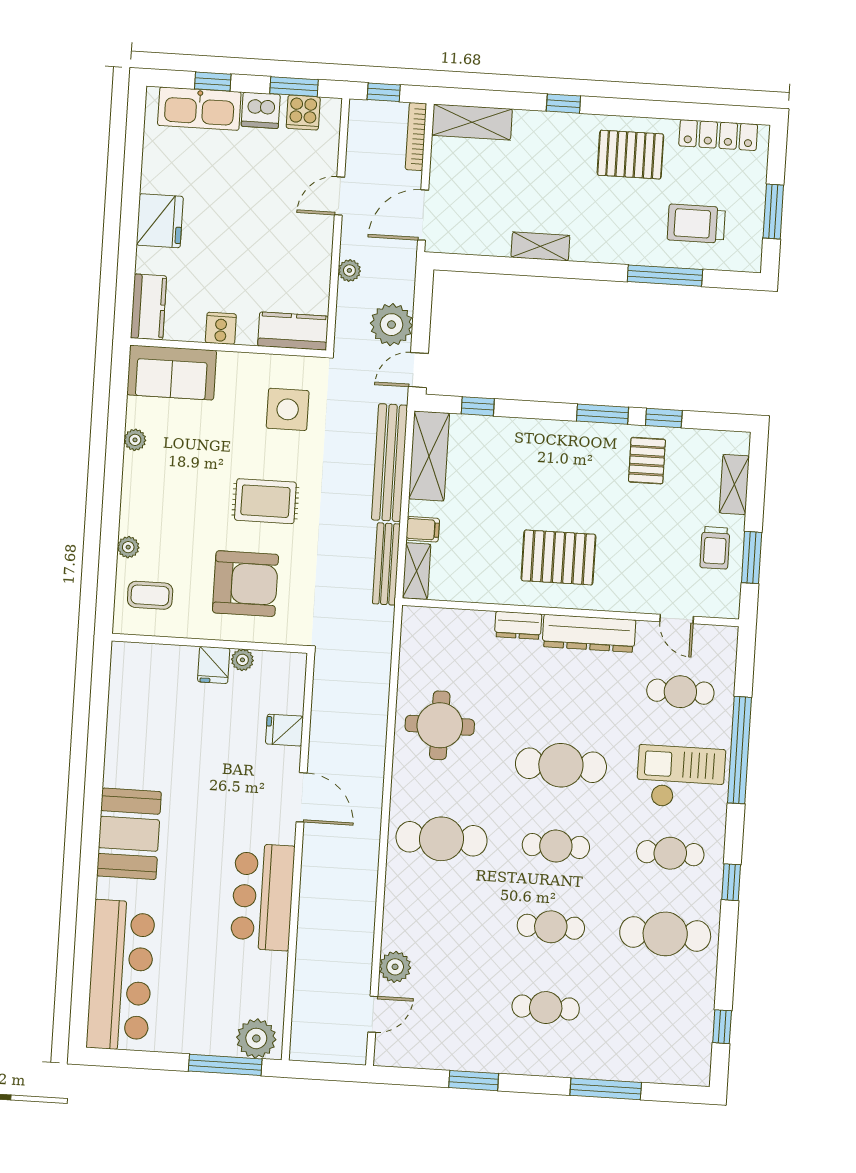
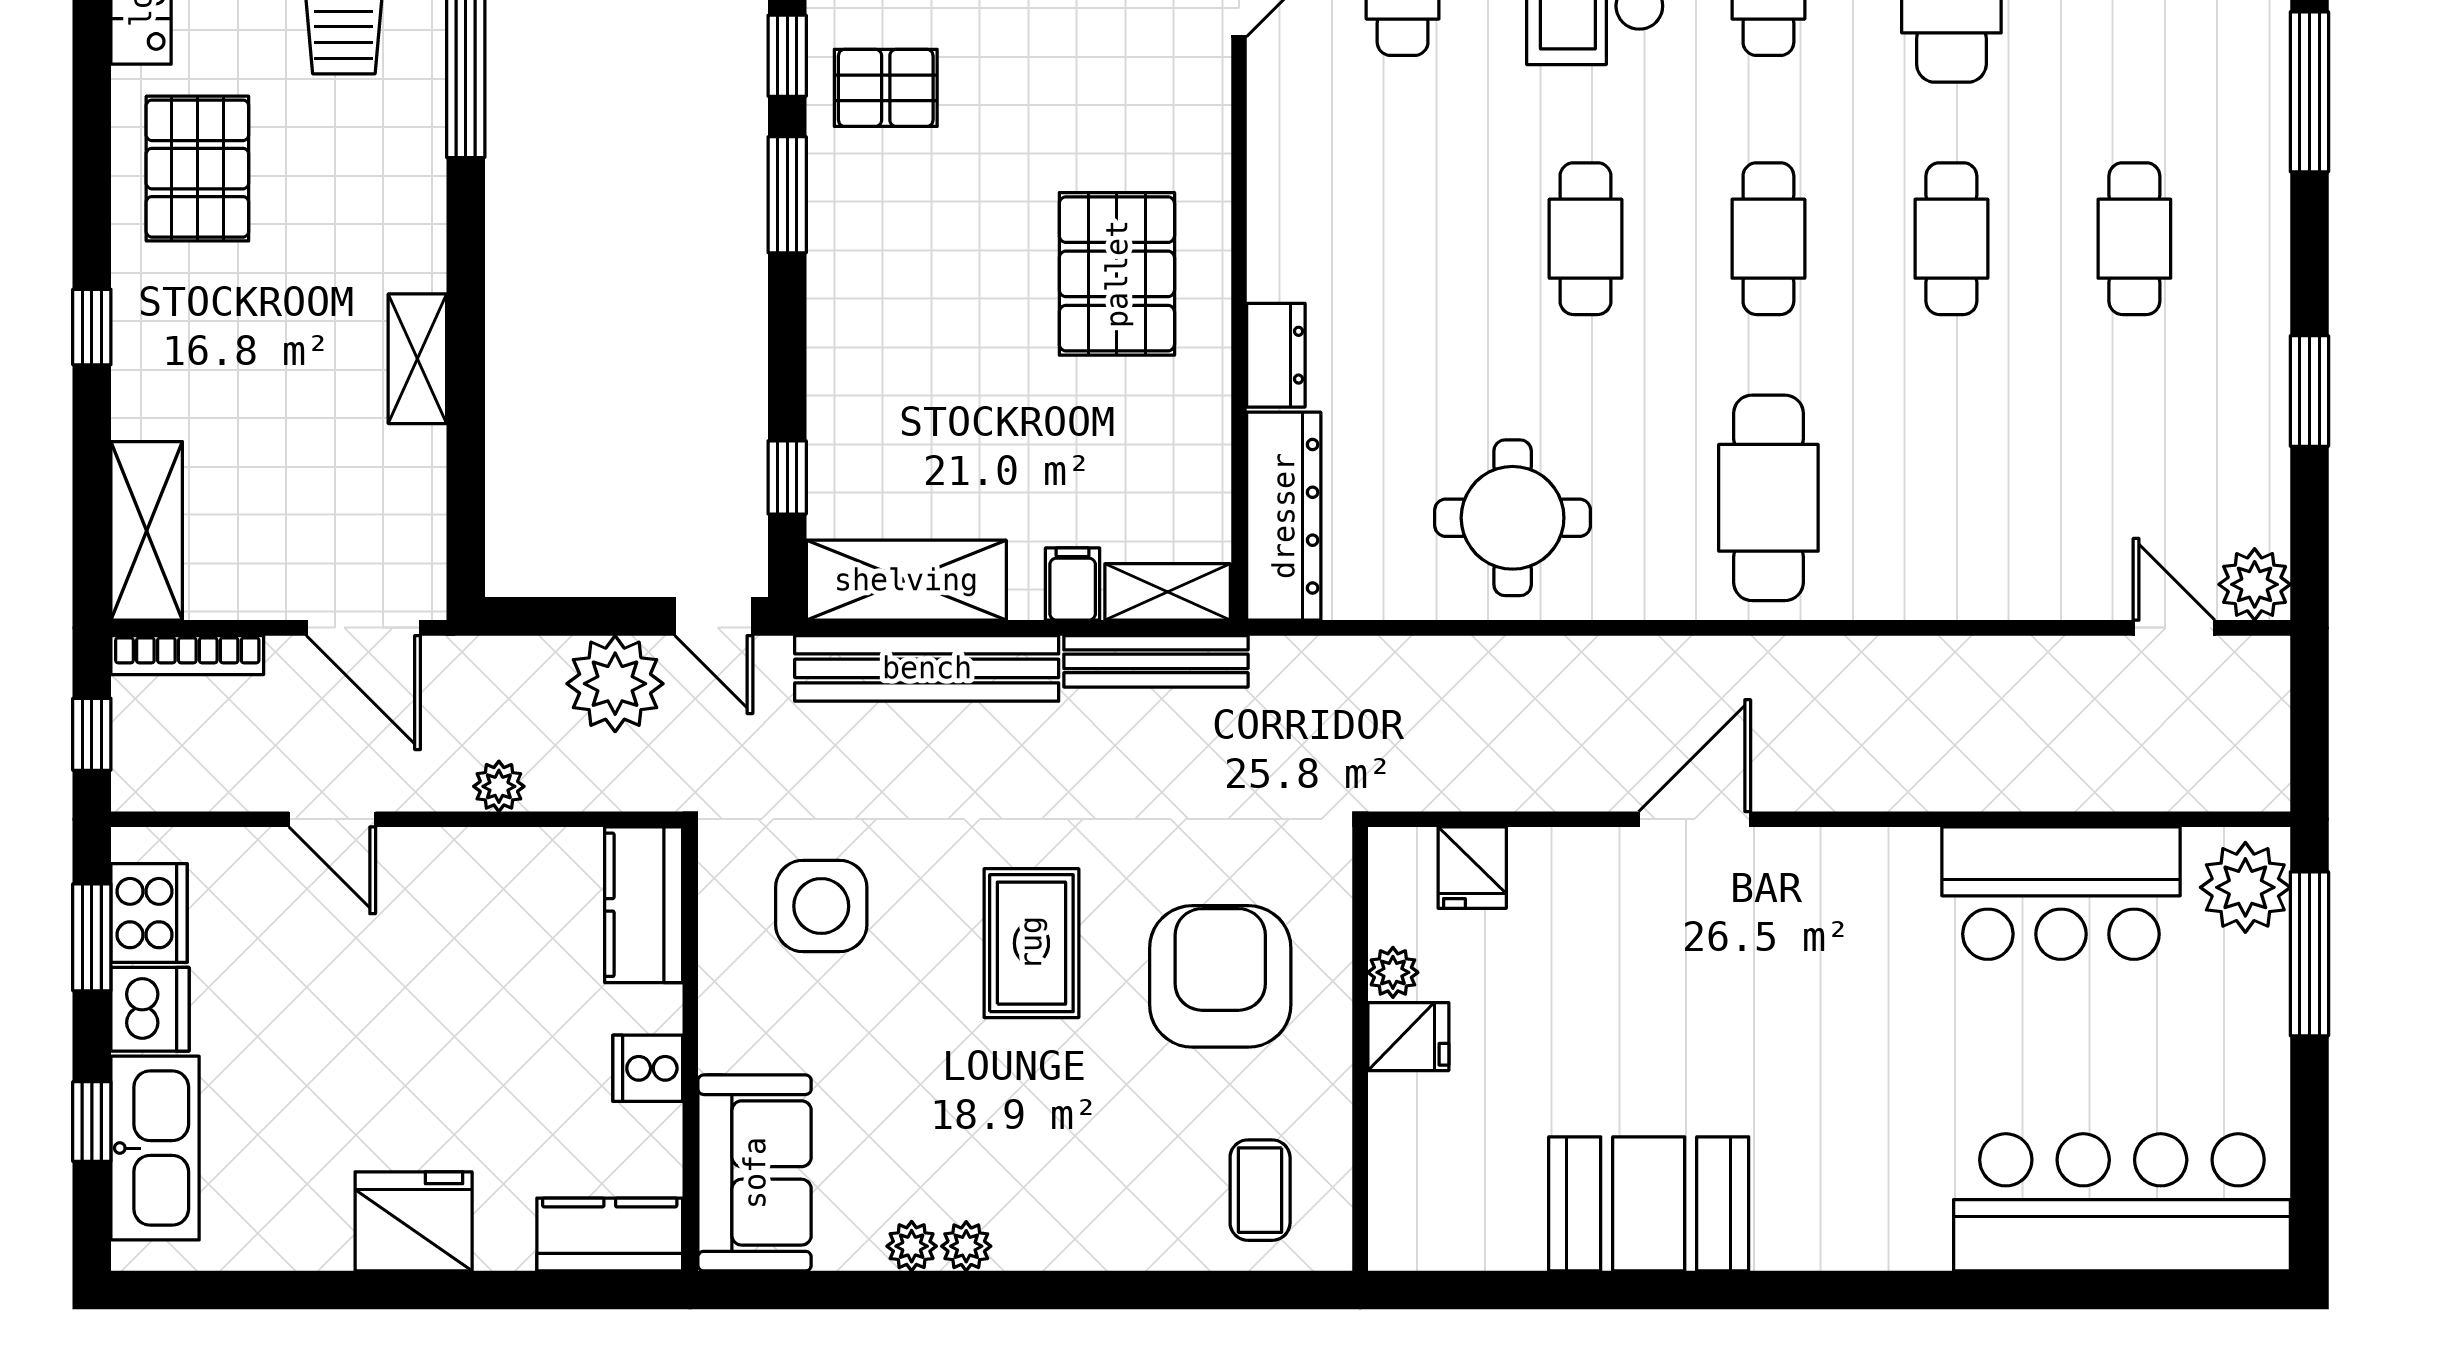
cooker: (303, 113) -> (149, 913), width x1.36
plant: (128, 547) -> (966, 1246), moved
dresser: (589, 633) -> (1284, 516), moved
fridge: (284, 730) -> (1472, 868), moved
cafe table: (561, 765) -> (1586, 239), width x0.73, depth x0.74
booth: (129, 834) -> (1649, 1204), moved
bar counter: (263, 897) -> (2061, 893), moved
plant: (395, 967) -> (2255, 584), moved

